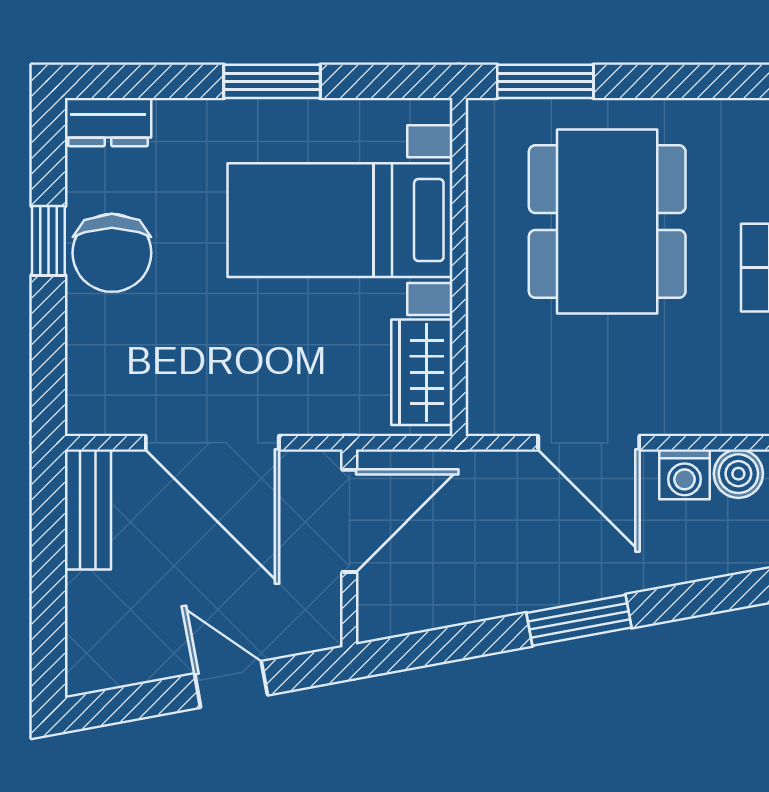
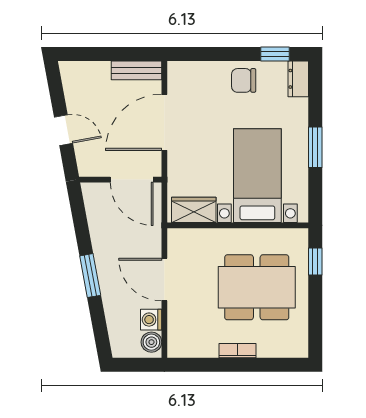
window: (545, 81) -> (315, 261), width x0.67
window: (48, 241) -> (275, 54), moved
chair: (112, 253) -> (244, 80), width x0.73, depth x0.73
door: (589, 443) -> (164, 280), hinge flipped
door: (231, 684) -> (63, 130), hinge flipped

